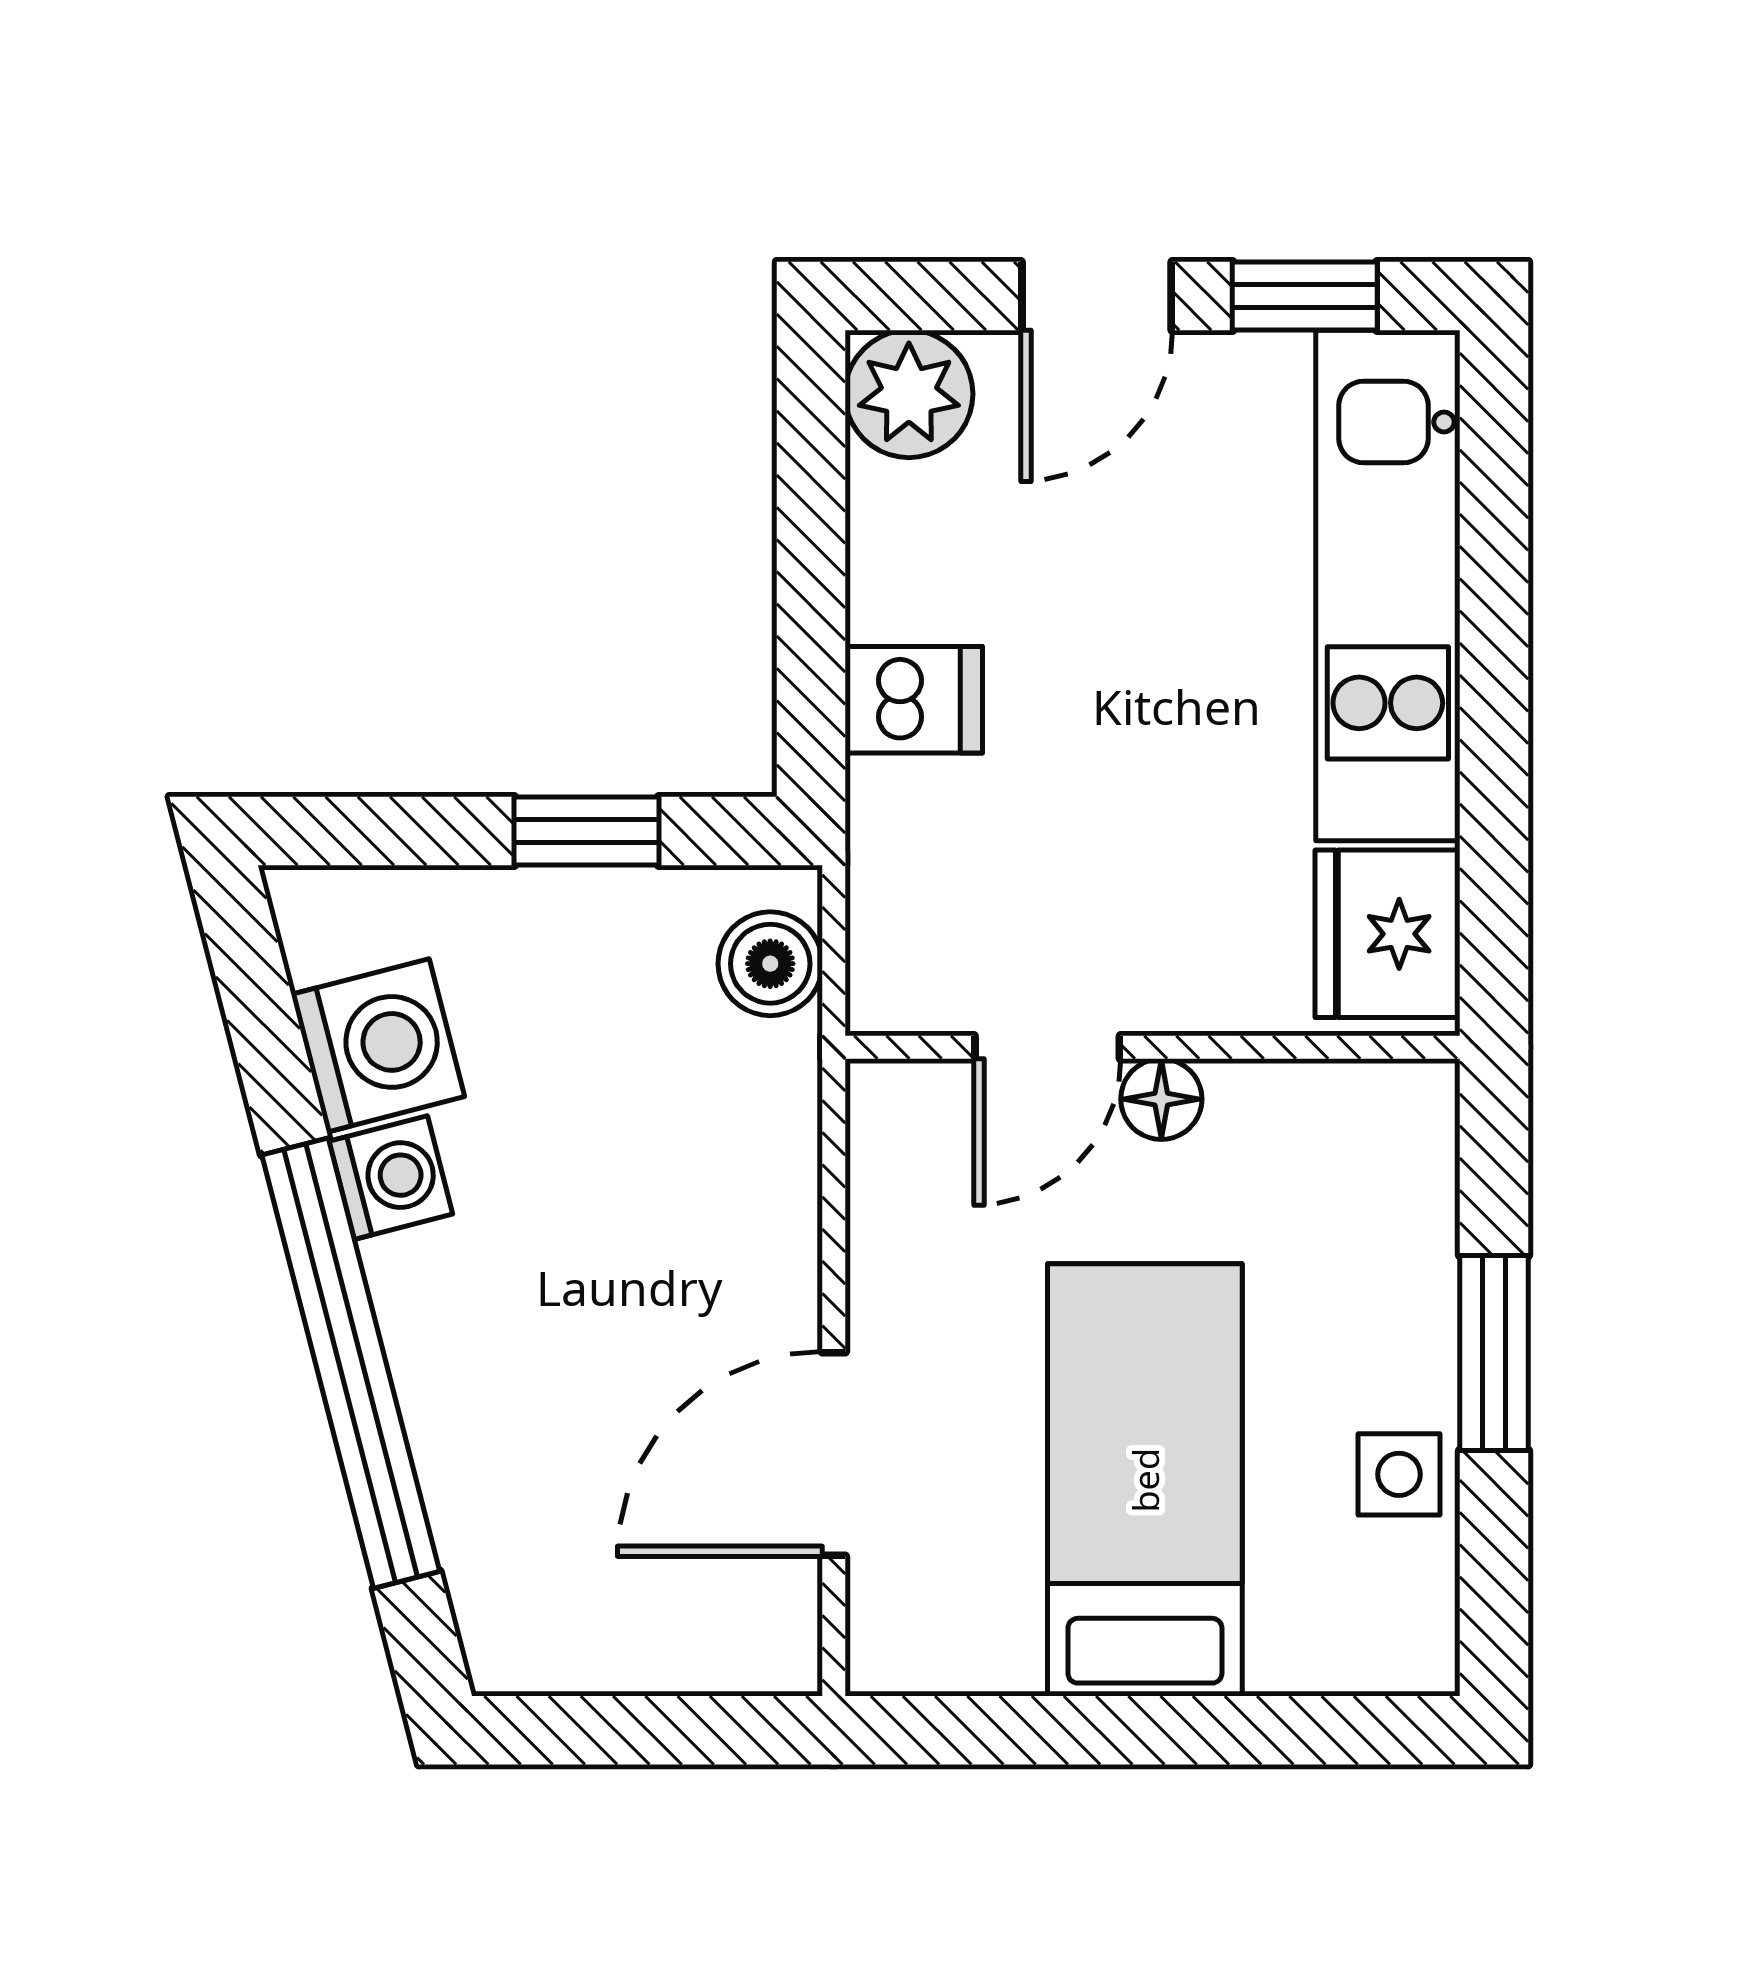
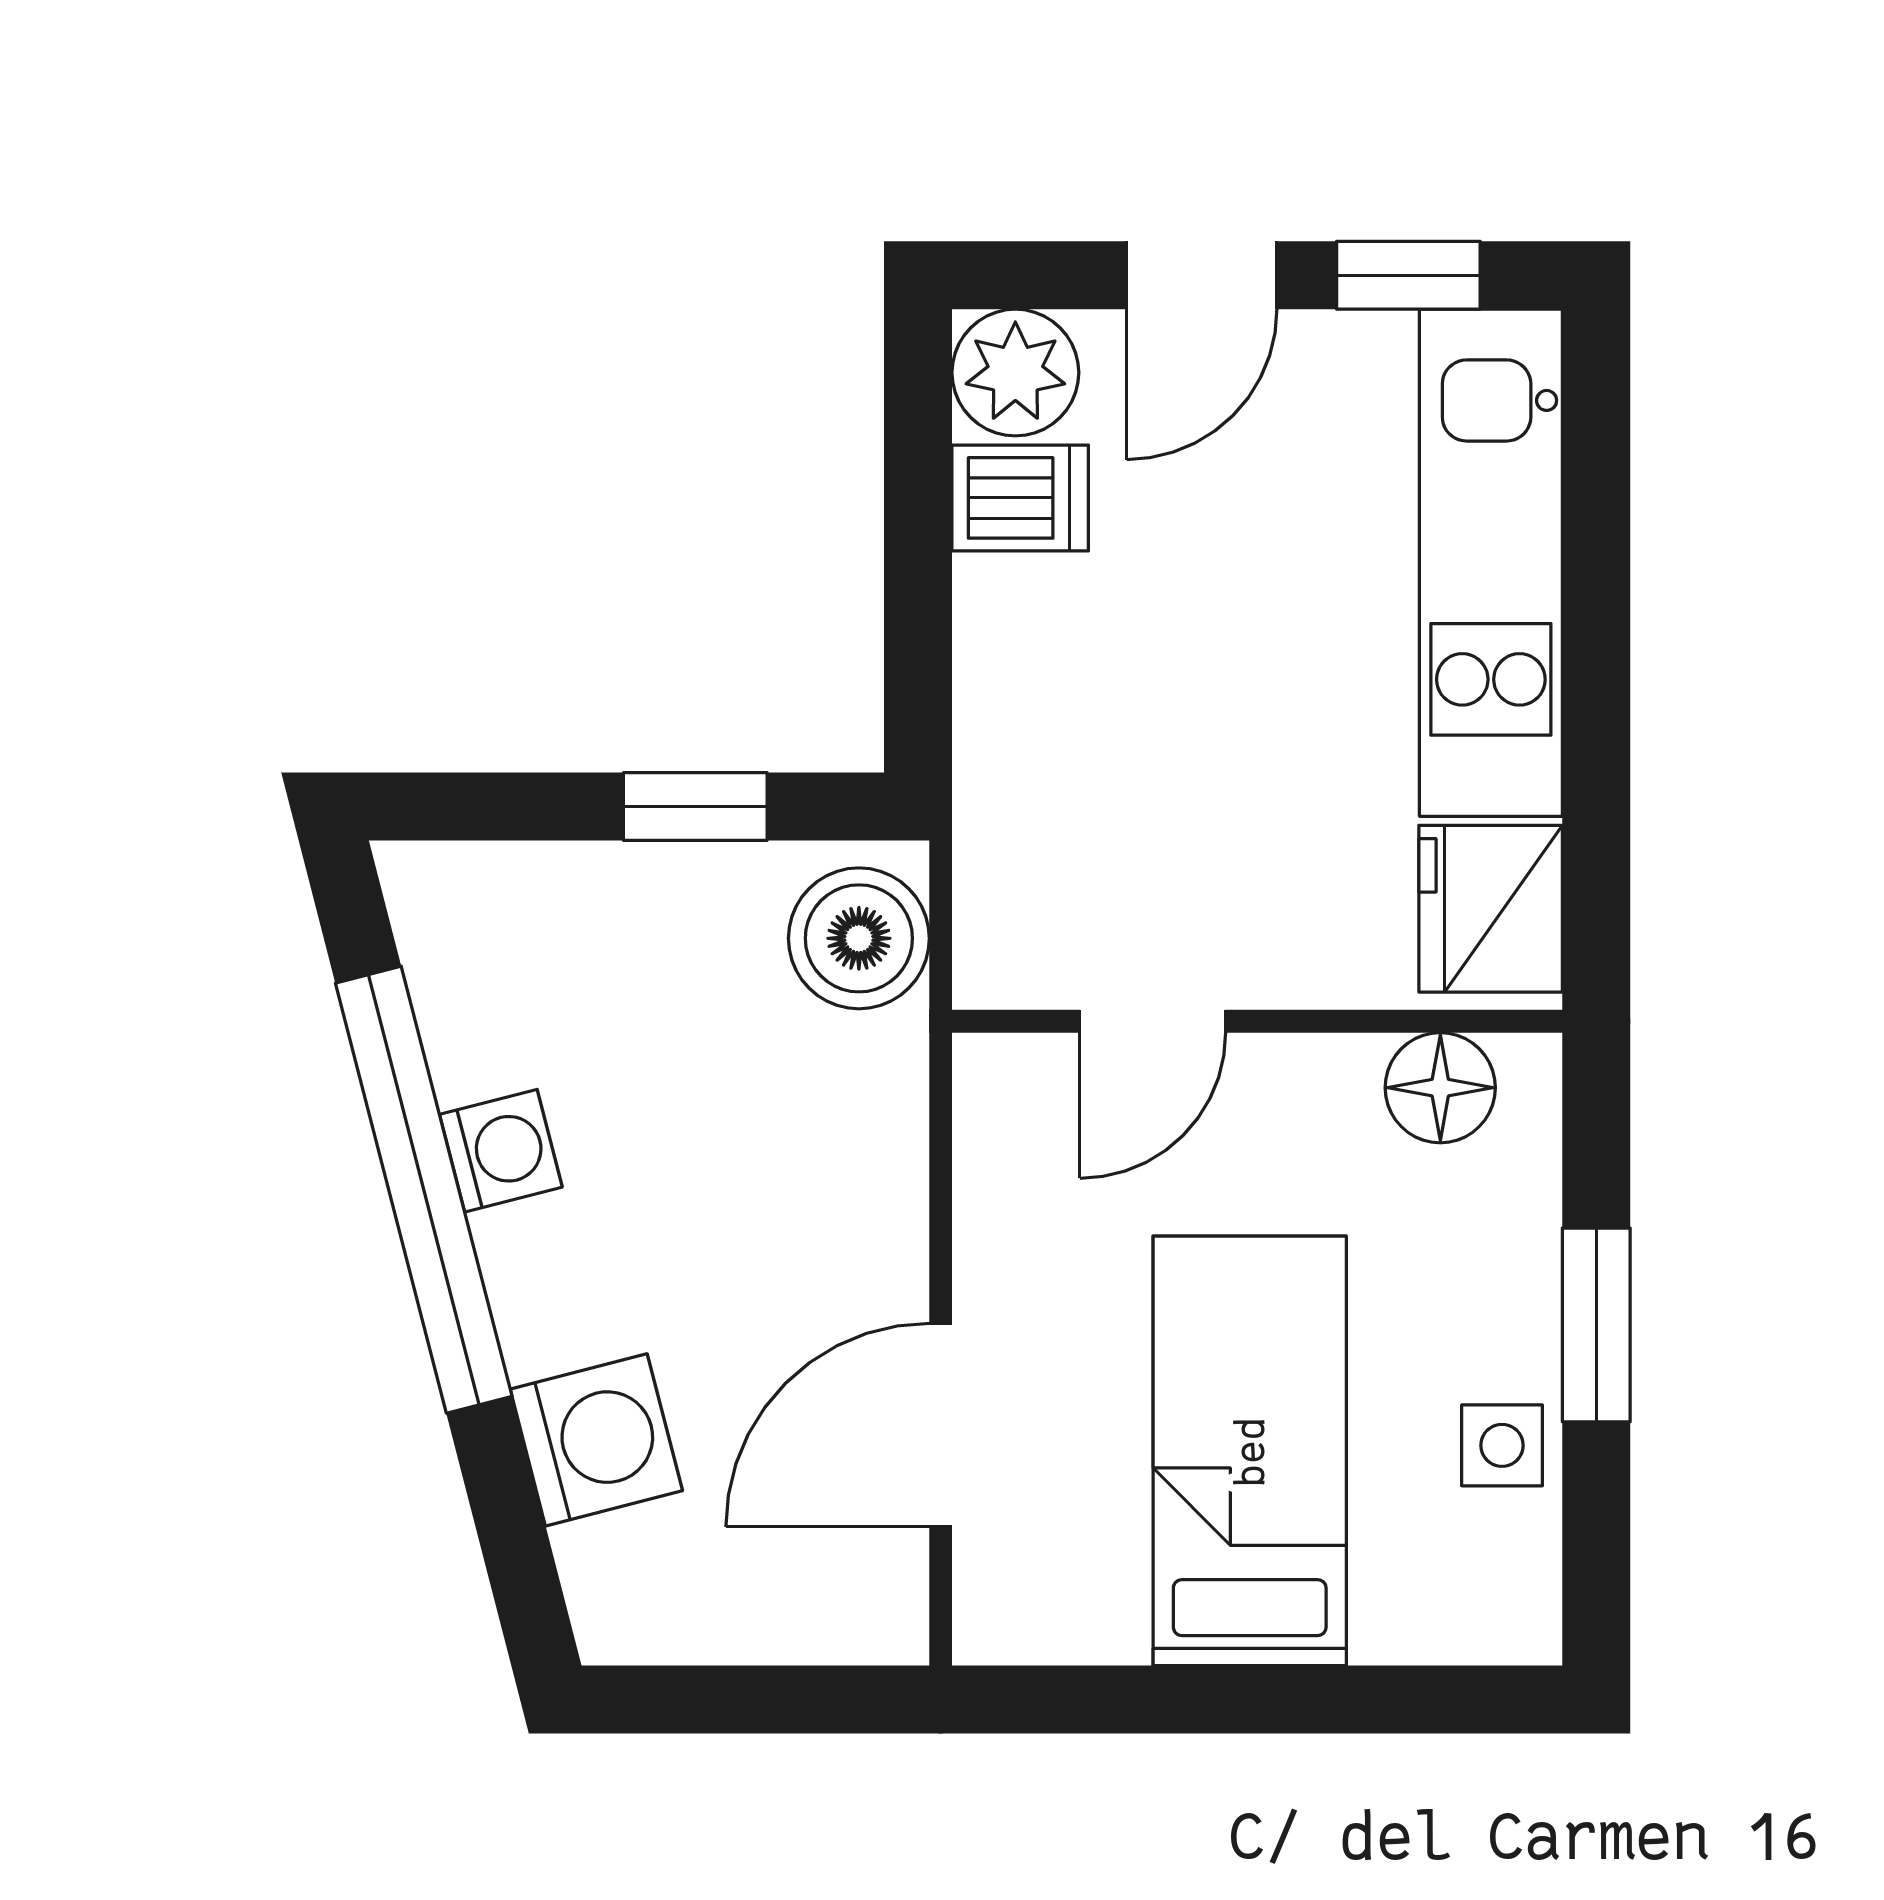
dishwasher: (914, 700) -> (1020, 498), moved
boiler: (770, 964) -> (859, 938), width x1.36, depth x1.36
washing machine: (378, 1045) -> (596, 1440), moved
floor lamp: (1161, 1099) -> (1440, 1088), moved, width x1.37, depth x1.37
window: (351, 1363) -> (424, 1190), moved

